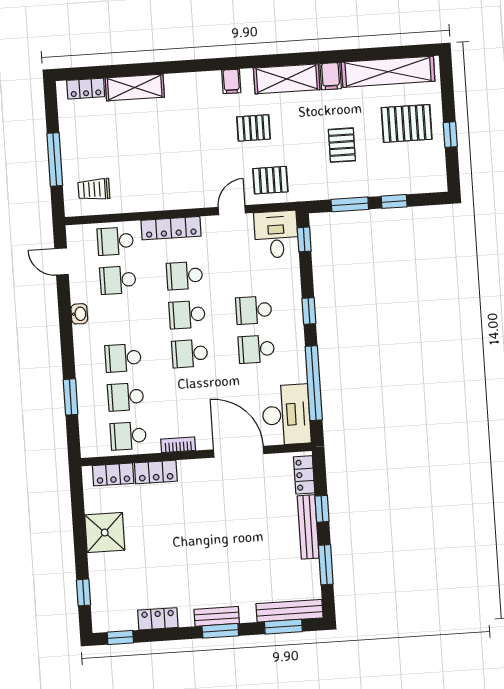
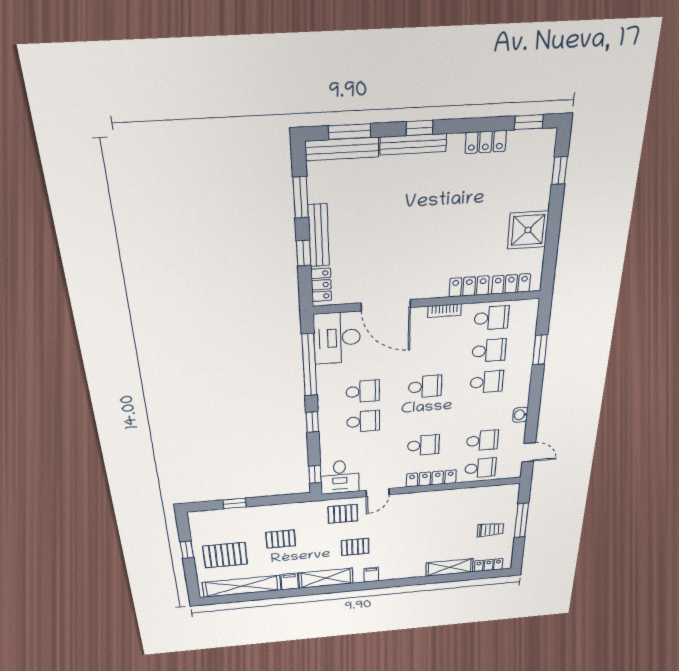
pallet: (342, 145) -> (281, 539), turned 90
trolley: (94, 189) -> (490, 530), moved
window: (350, 204) -> (274, 500), removed
school desk: (187, 315) -> (424, 417), removed
bench: (217, 616) -> (413, 144), width x1.36
window: (220, 631) -> (419, 128), width x0.67

